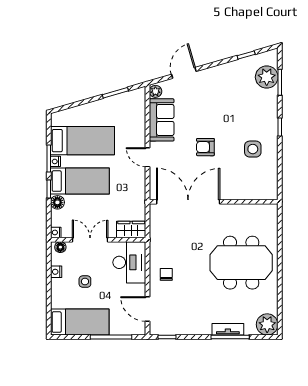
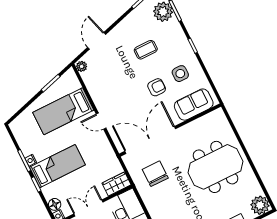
coffee table: (230, 107) -> (146, 50), added
sofa: (162, 120) -> (194, 105), moved, turned -90
bed: (82, 141) -> (63, 111), moved, turned 180
armchair: (205, 147) -> (157, 87), moved, turned 180
floor lamp: (57, 202) -> (55, 204), moved
chair: (166, 274) -> (155, 174), moved, width x1.87, depth x1.87

